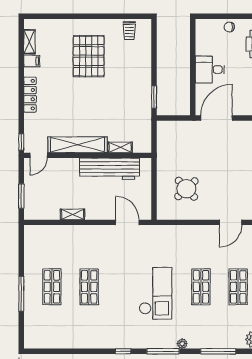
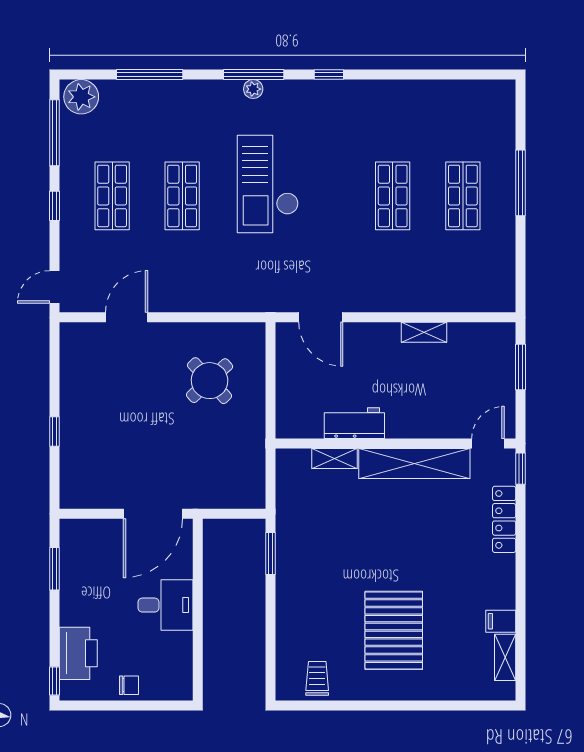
locker: (30, 95) -> (504, 519), moved
workbench: (109, 169) -> (354, 423), width x0.53, depth x0.76
plant: (182, 344) -> (253, 89), moved

